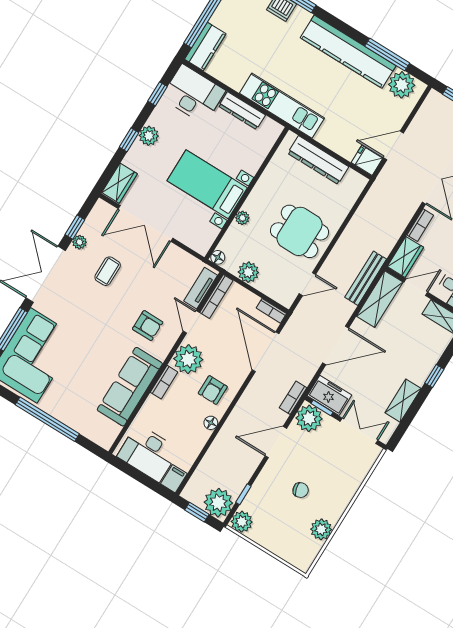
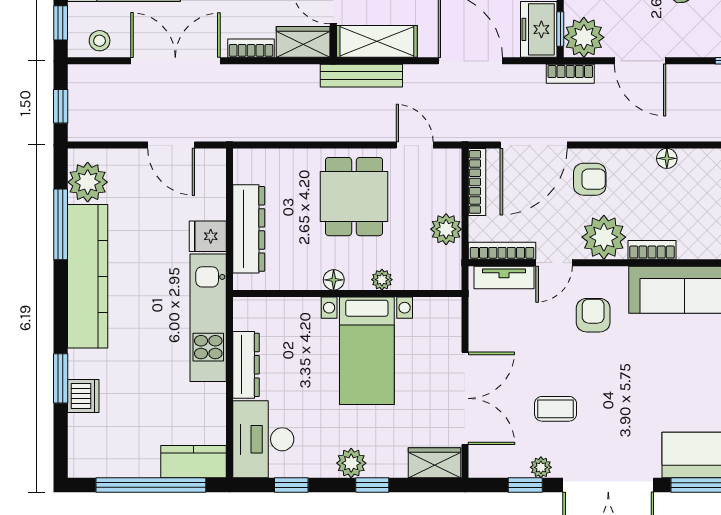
fridge: (367, 160) -> (208, 236), moved, turned 90
floor lamp: (218, 257) -> (334, 280), moved
bookcase: (271, 311) -> (477, 182), width x1.56
armchair: (213, 390) -> (590, 179), moved

